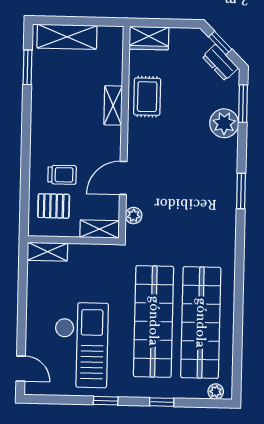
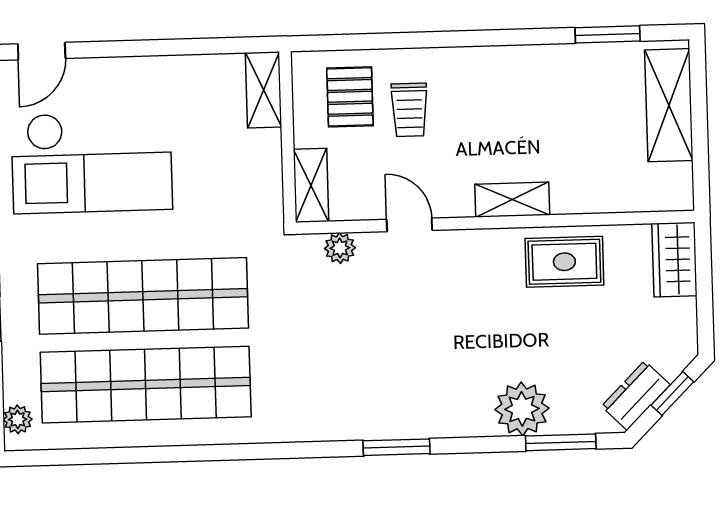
shelving: (113, 105) -> (512, 200), moved
door: (123, 178) -> (409, 225), width x0.73

